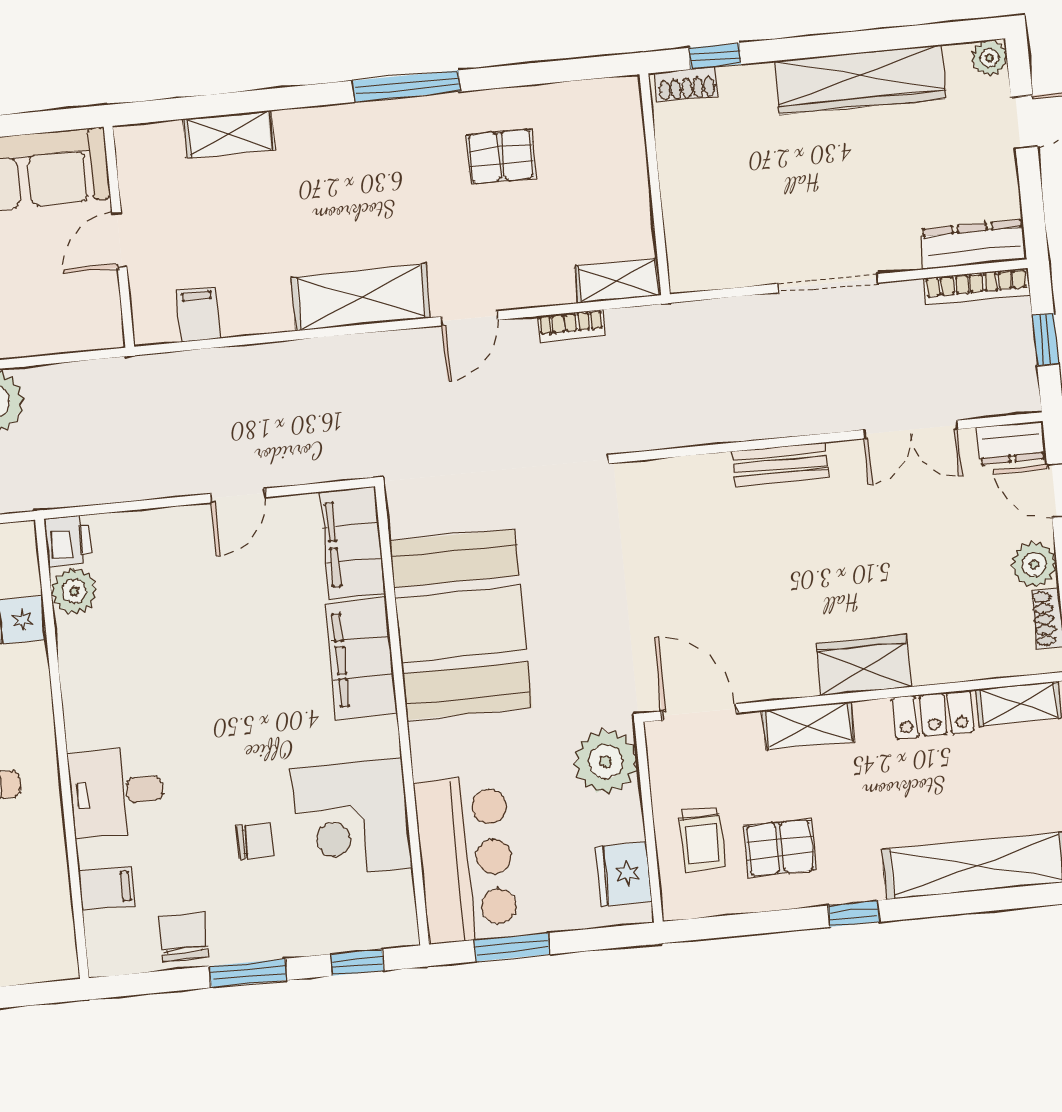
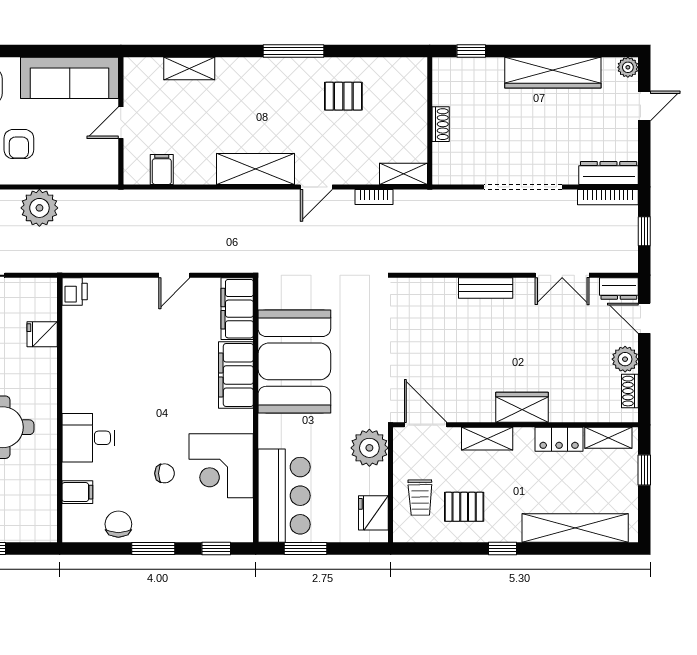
shoe rack: (687, 84) -> (441, 124), moved, turned -90
doorway: (828, 283) -> (523, 187), width x1.36
plant: (74, 591) -> (75, 321), removed

